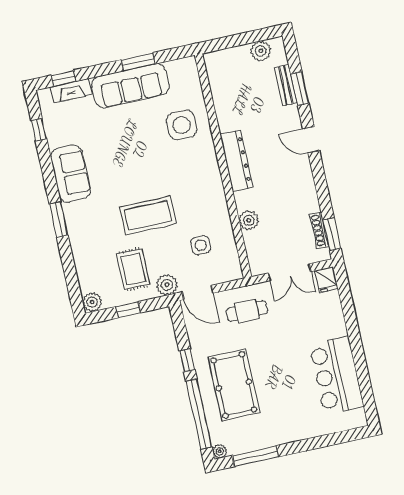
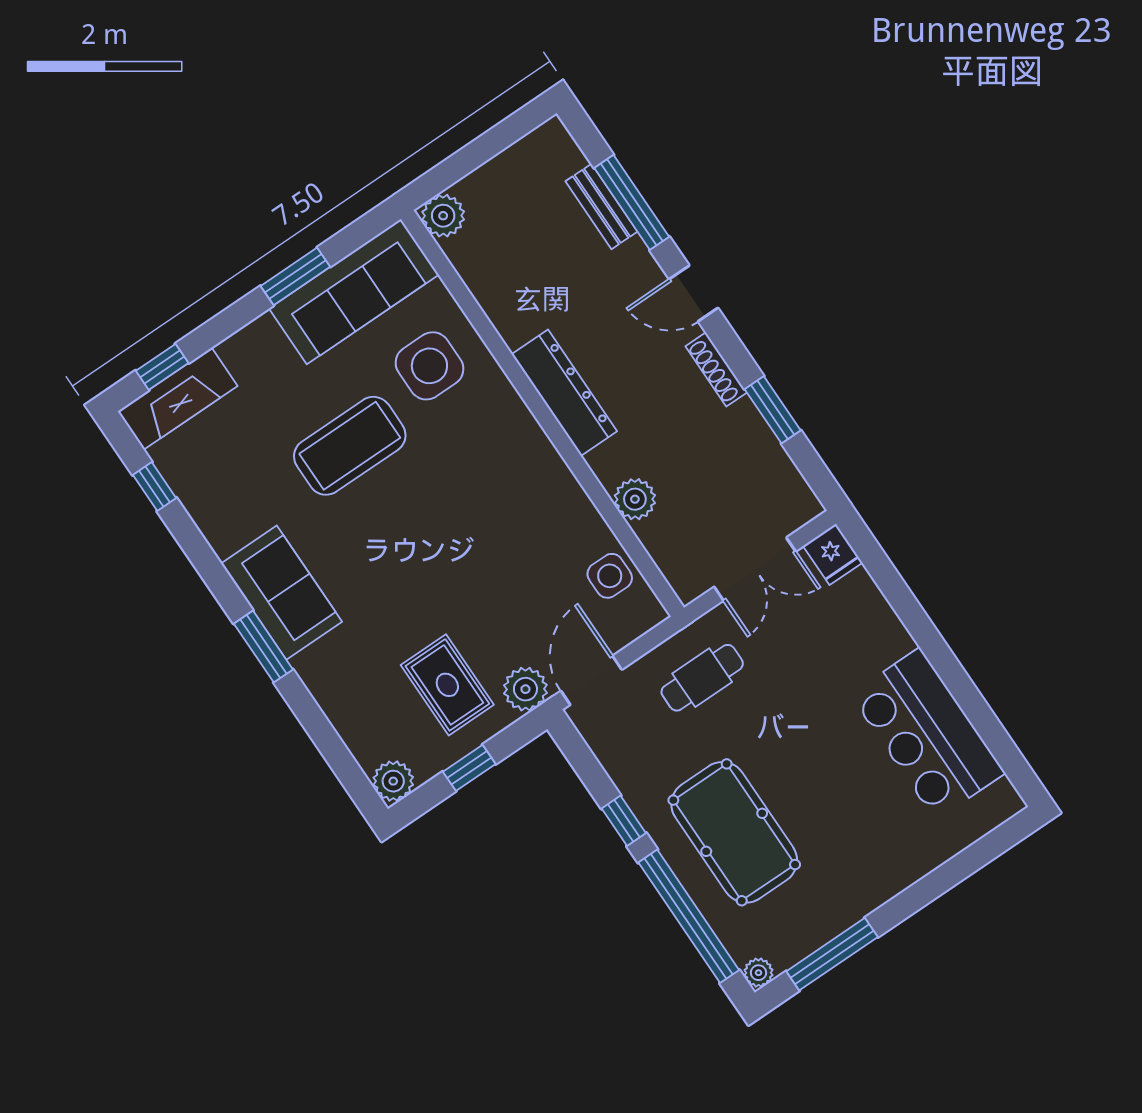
plant: (261, 51) -> (443, 216), moved
sofa: (130, 86) -> (354, 292), moved
window: (300, 89) -> (632, 202), width x1.44
fireplace: (71, 91) -> (178, 399), width x1.37, depth x1.32
sofa: (71, 174) -> (281, 593), moved
coffee table: (148, 215) -> (350, 446), moved
shoe rack: (319, 230) -> (716, 369), moved
window: (332, 234) -> (773, 410), moved
side table: (201, 245) -> (610, 576), moved
door: (198, 293) -> (591, 680), swing flipped

